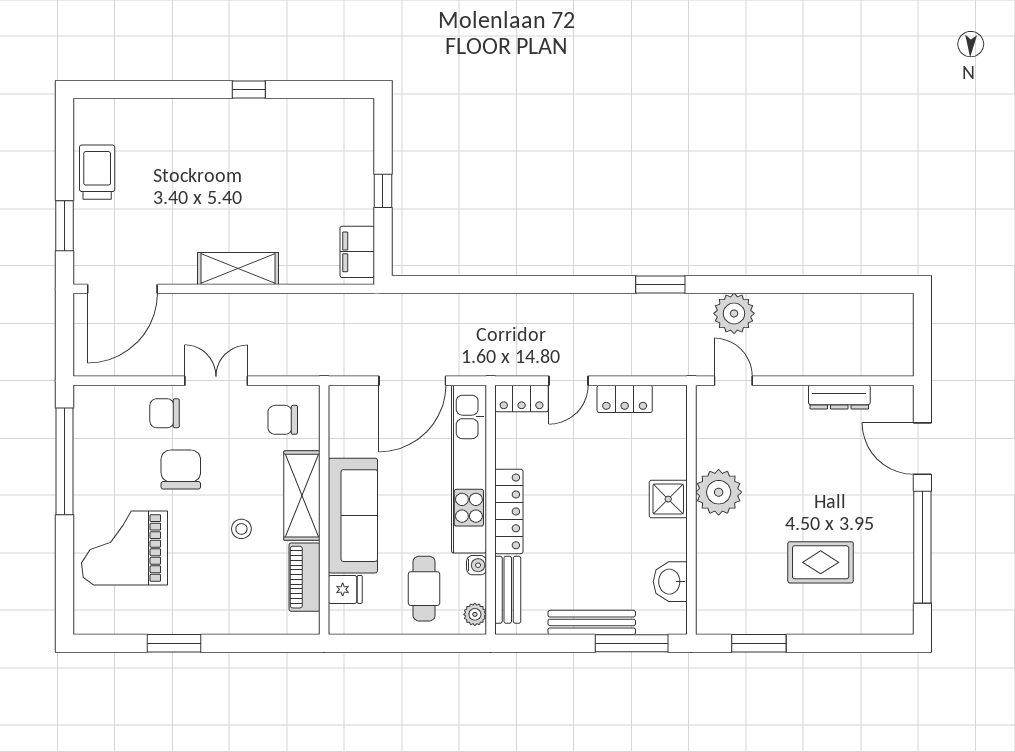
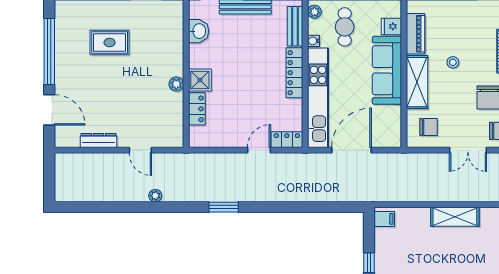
filing cabinet: (357, 252) -> (384, 219), width x0.50
window: (660, 285) -> (224, 207), moved
plant: (734, 313) -> (155, 196), width x0.53, depth x0.53
door: (733, 381) -> (140, 150), moved
locker: (625, 399) -> (197, 109), moved, turned 90
plant: (719, 492) -> (176, 84), width x0.53, depth x0.53

